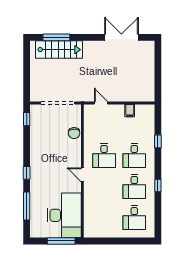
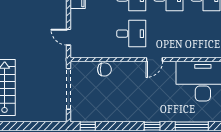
door: (101, 103) -> (68, 37), hinge flipped

